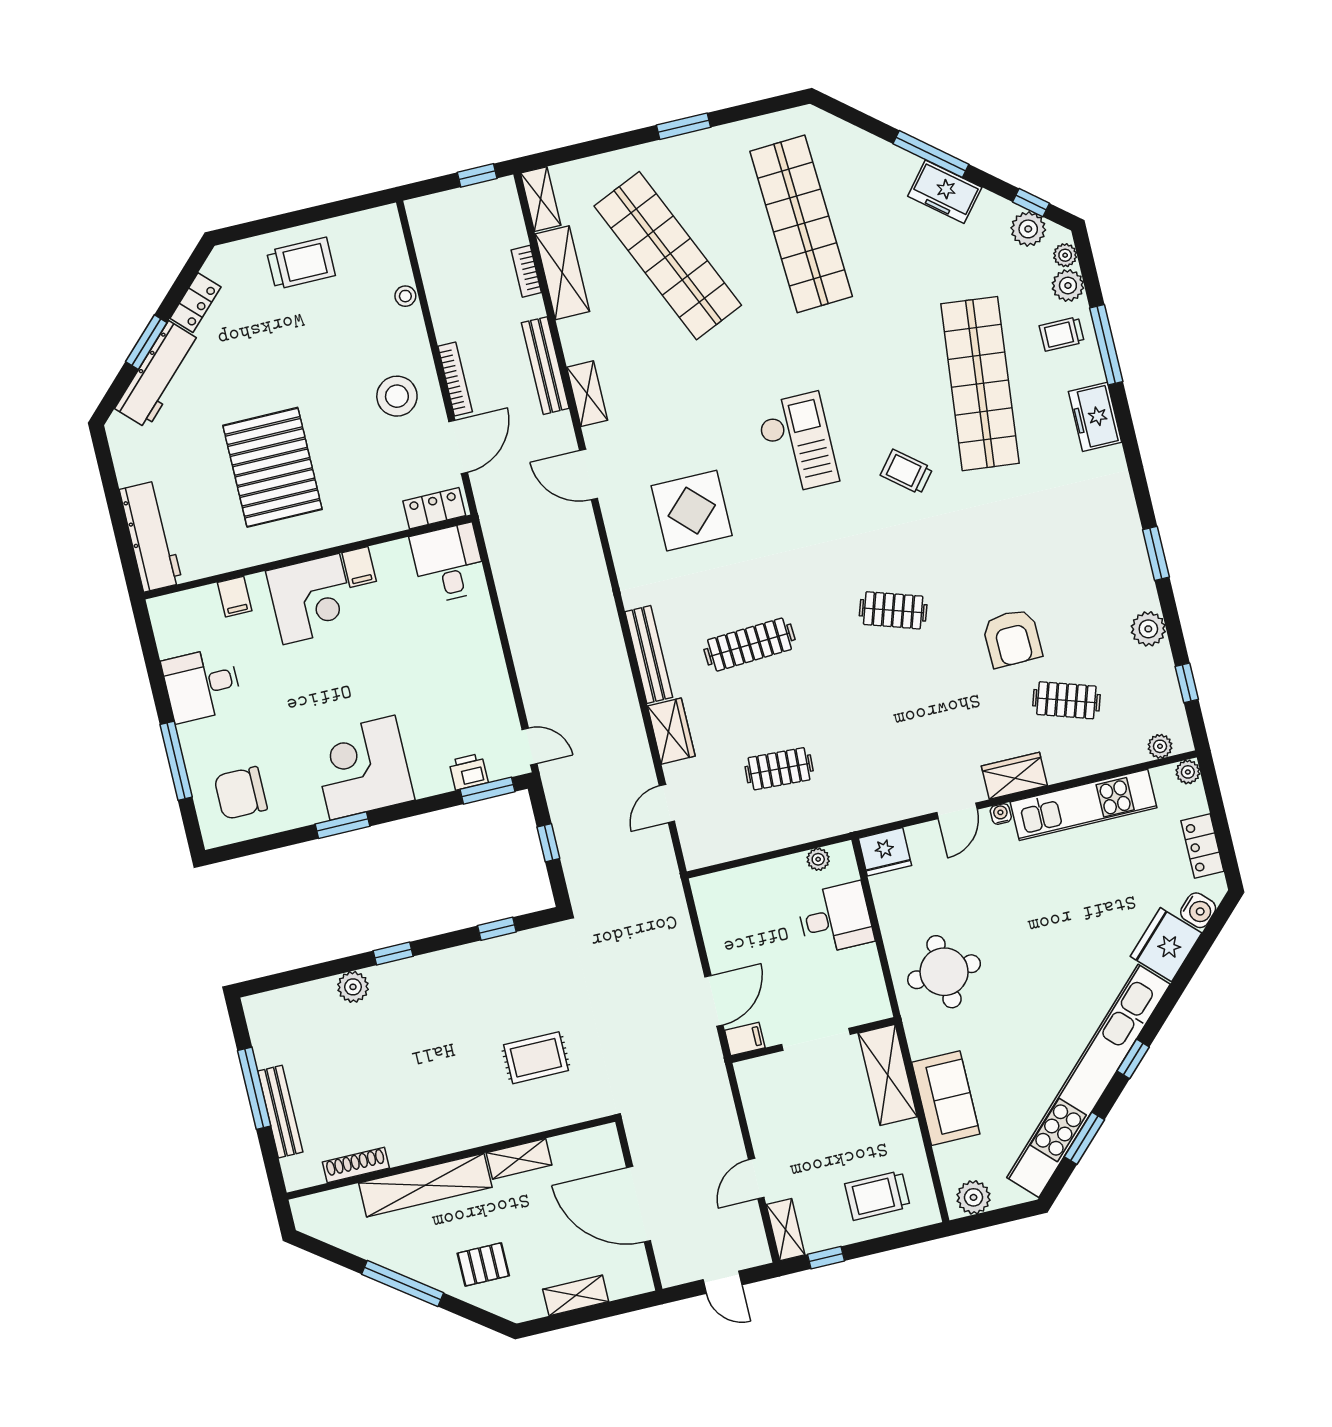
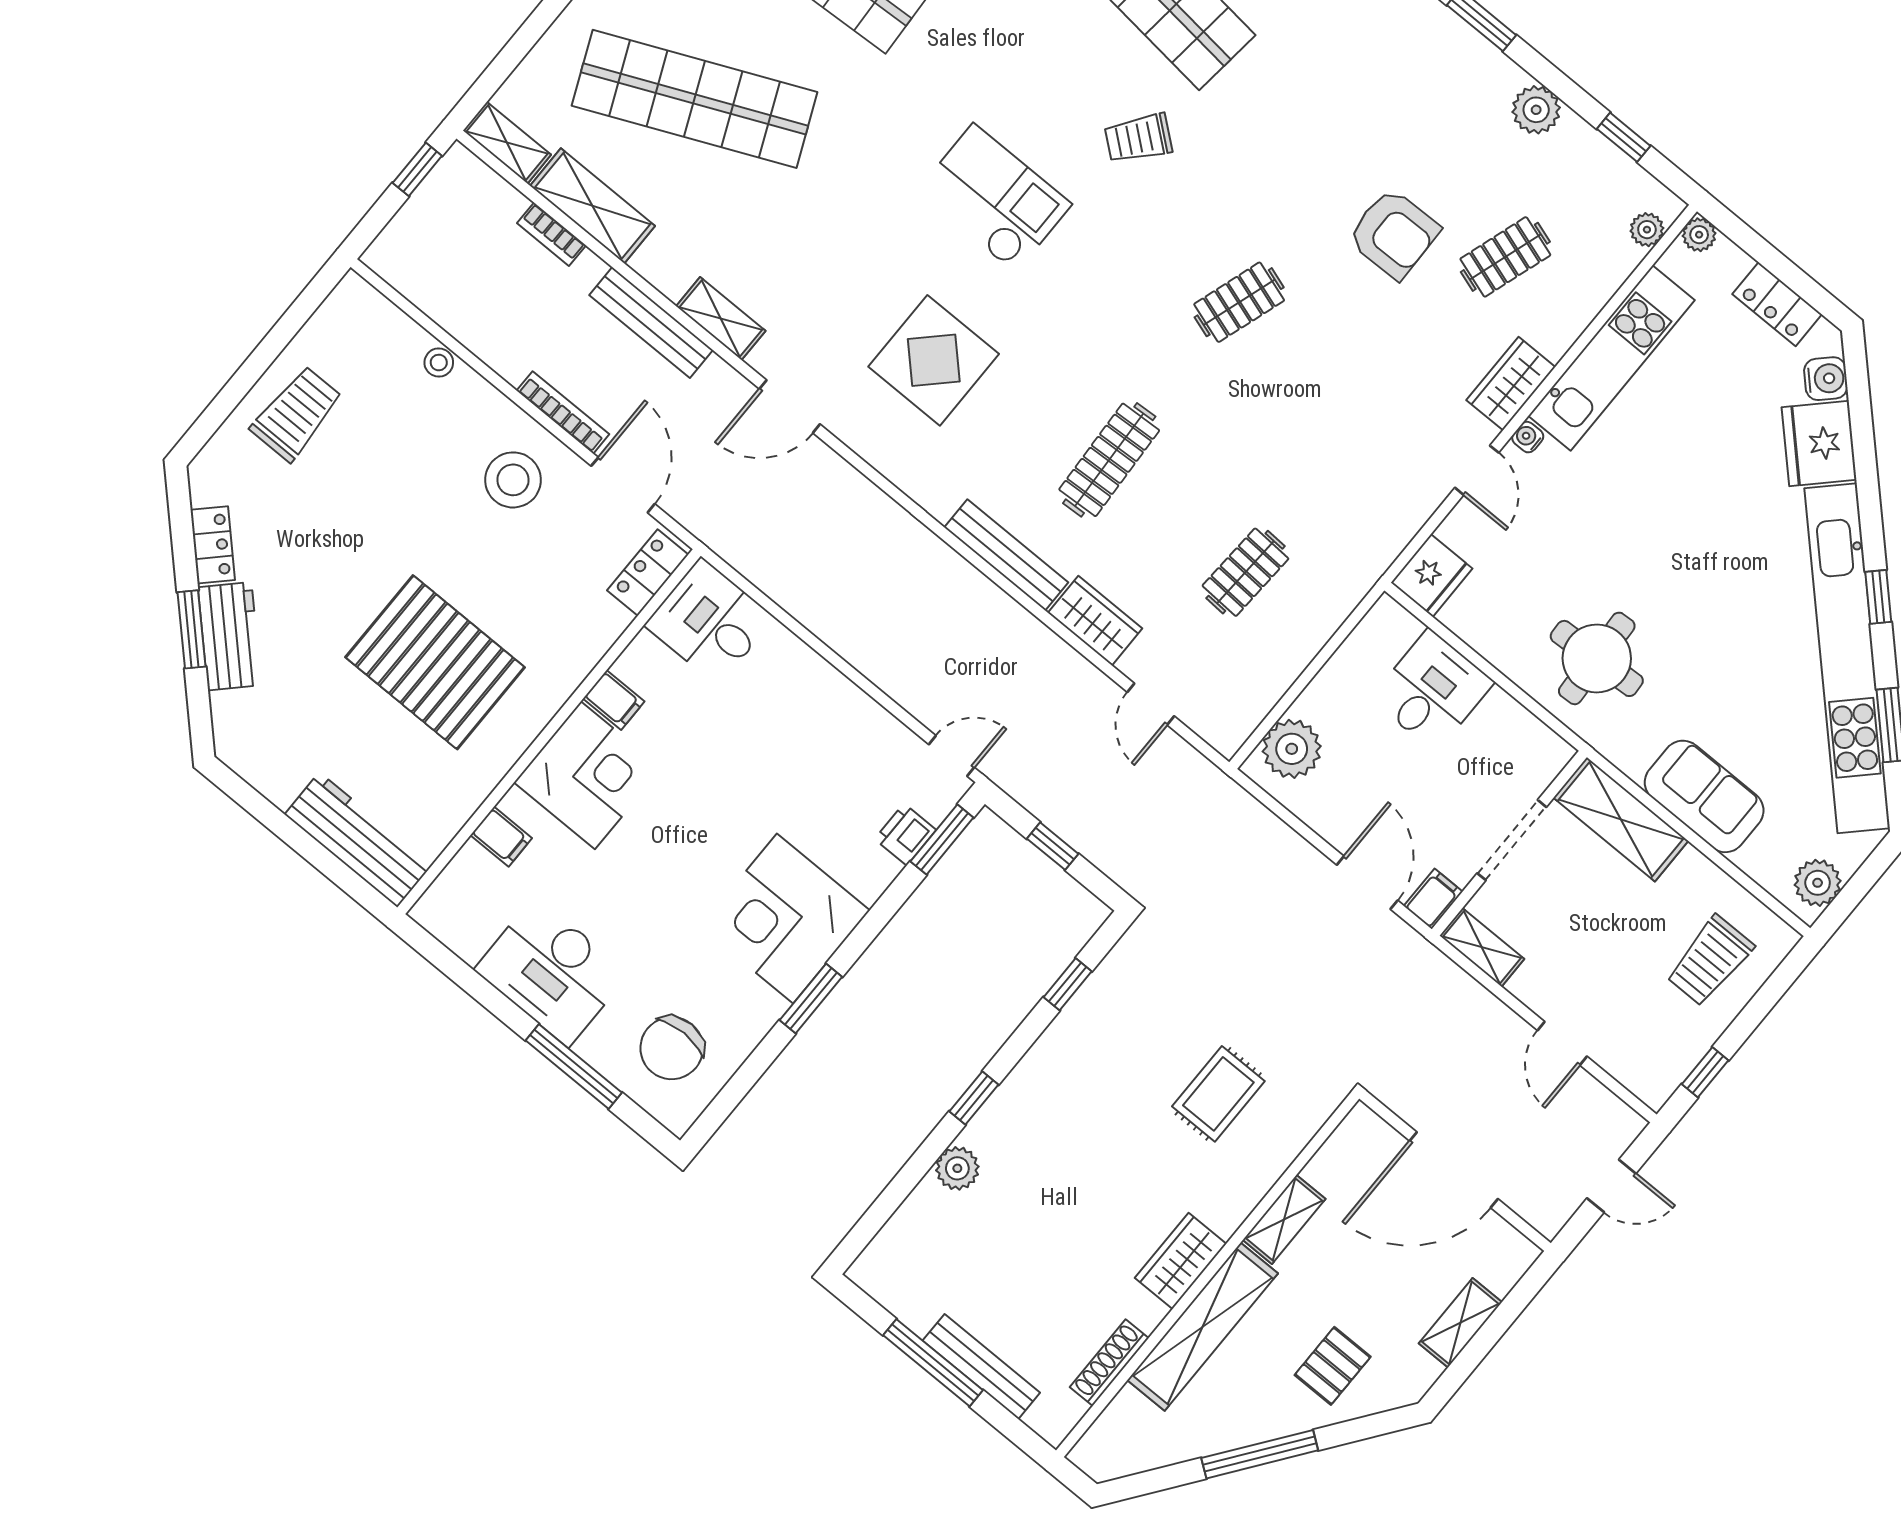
workbench: (158, 375) -> (230, 636), width x0.73
desk: (202, 685) -> (552, 972), width x1.37
plant: (818, 859) -> (1292, 749), moved, width x1.87, depth x1.87
wardrobe: (441, 1138) -> (1181, 1261), added
shelving: (786, 1230) -> (1482, 947), moved

